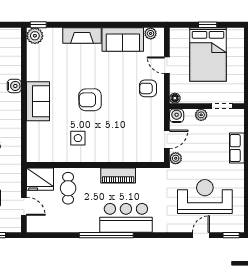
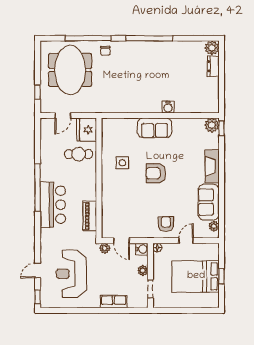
armchair: (90, 100) -> (156, 173), turned -89
piano: (118, 176) -> (90, 216), moved
reception desk: (205, 197) -> (71, 274), turned 180
door: (201, 235) -> (38, 270), swing flipped

